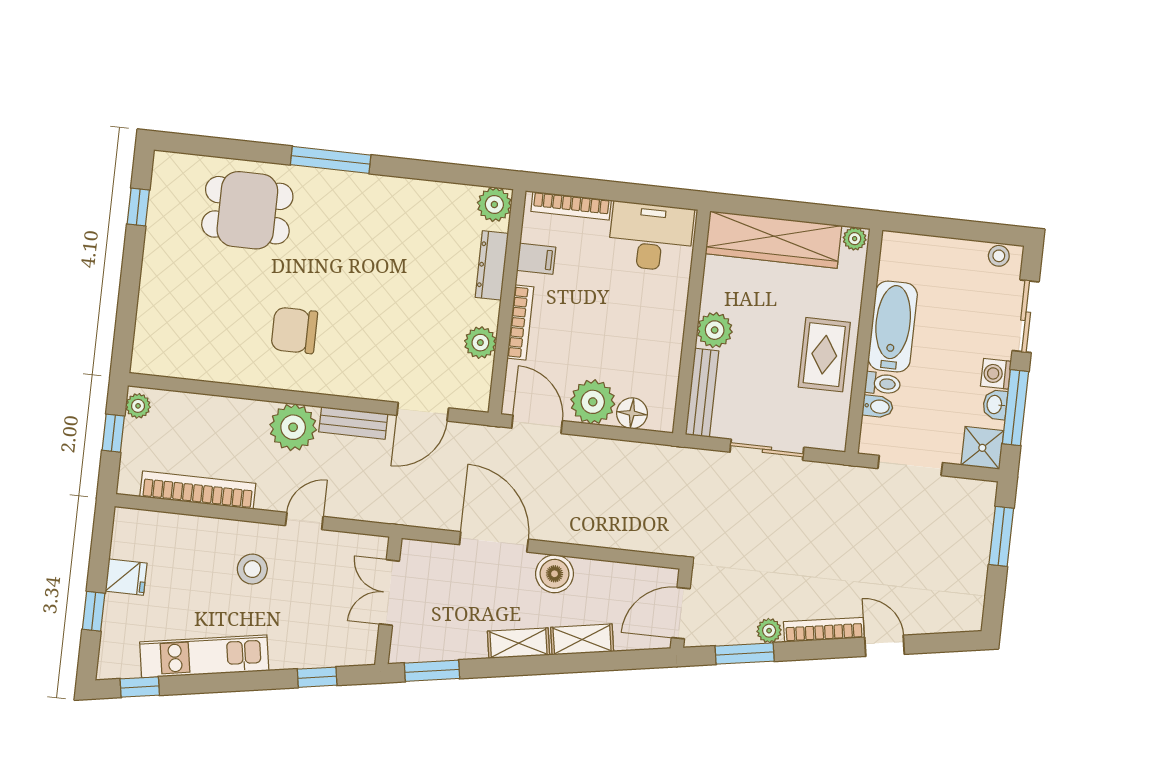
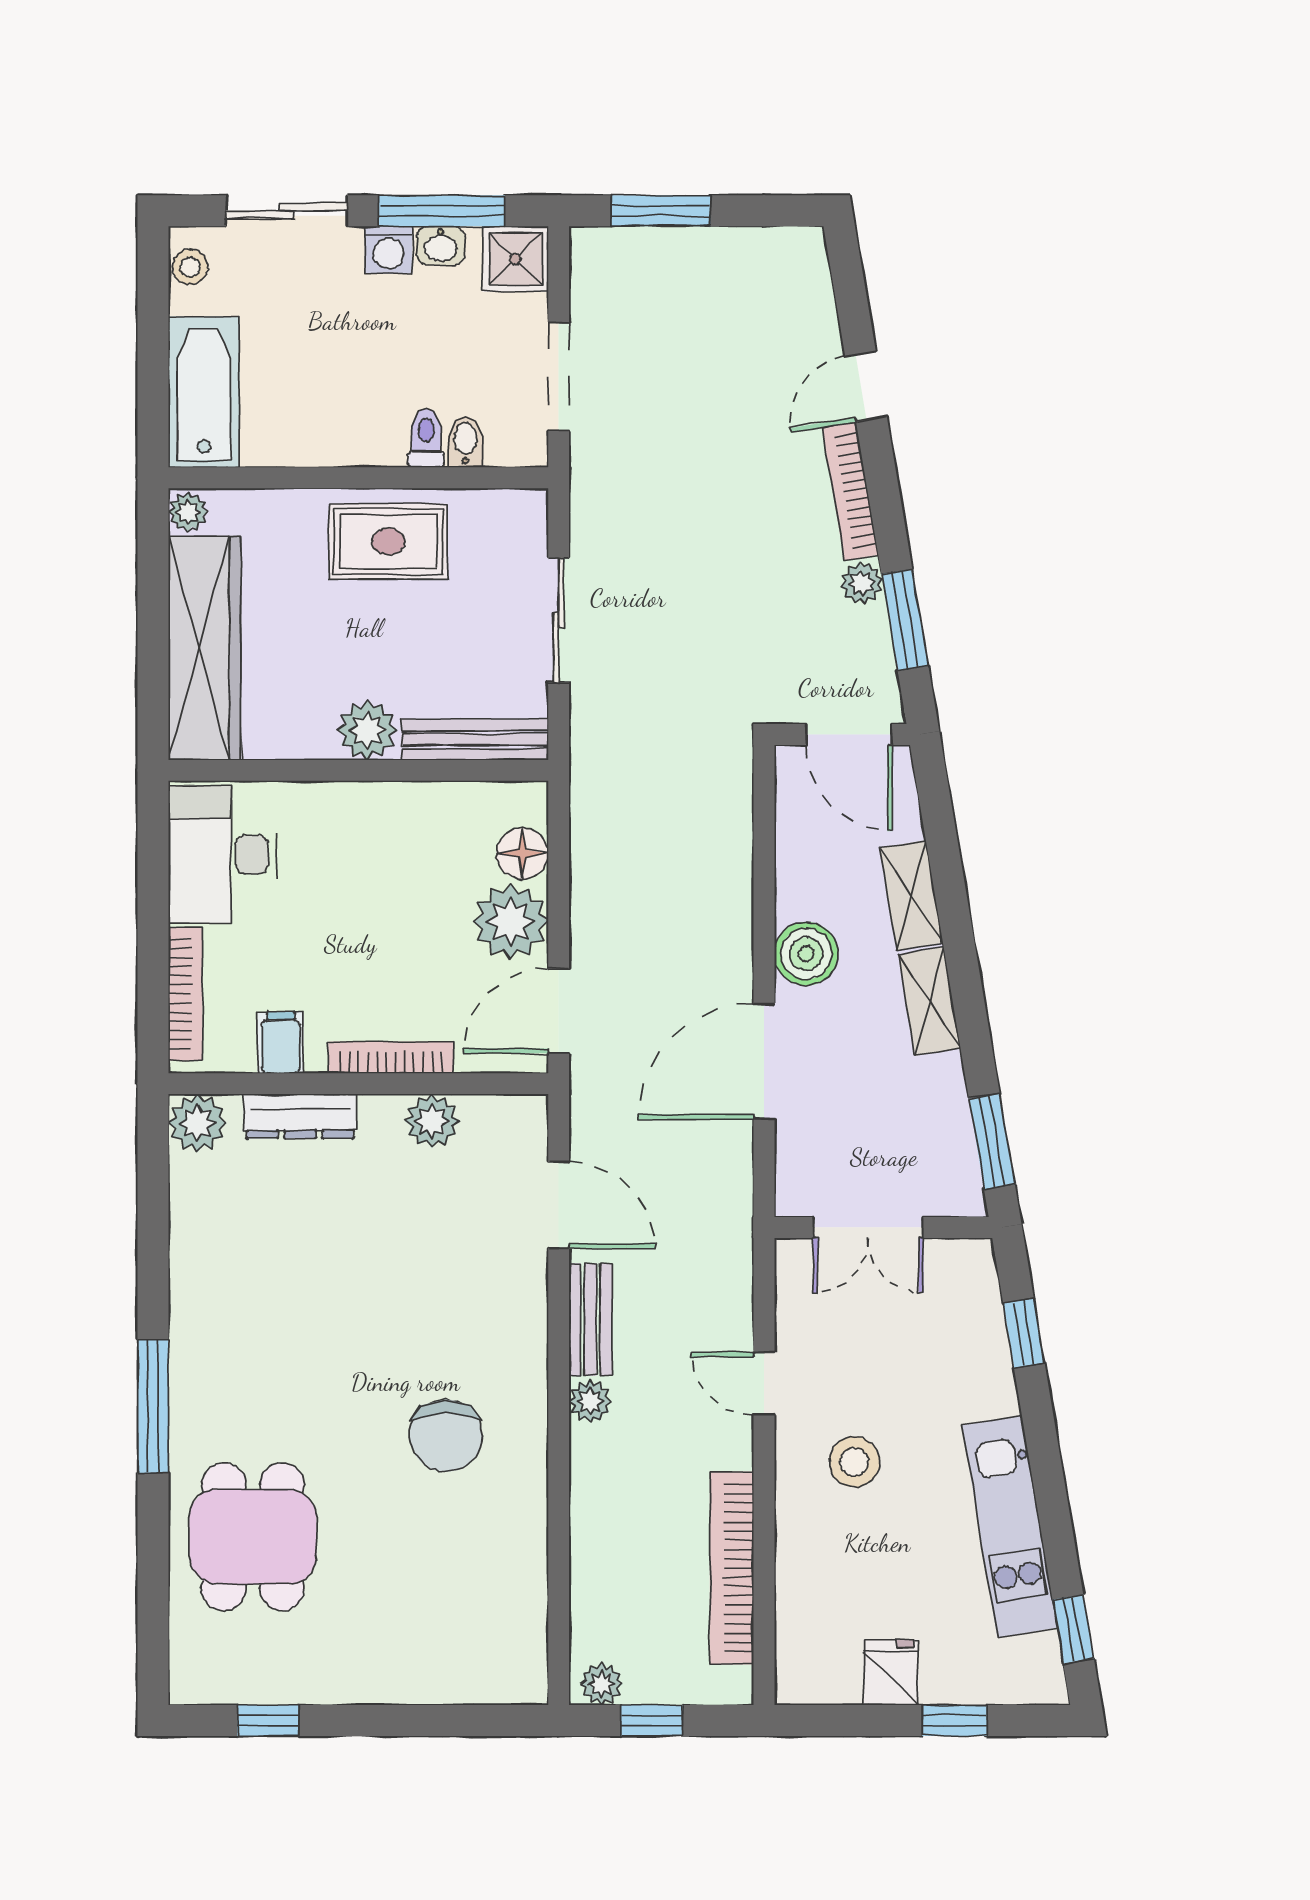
bathtub: (893, 326) -> (204, 392), moved, turned 90
plant: (293, 427) -> (590, 1401), width x0.53, depth x0.53

